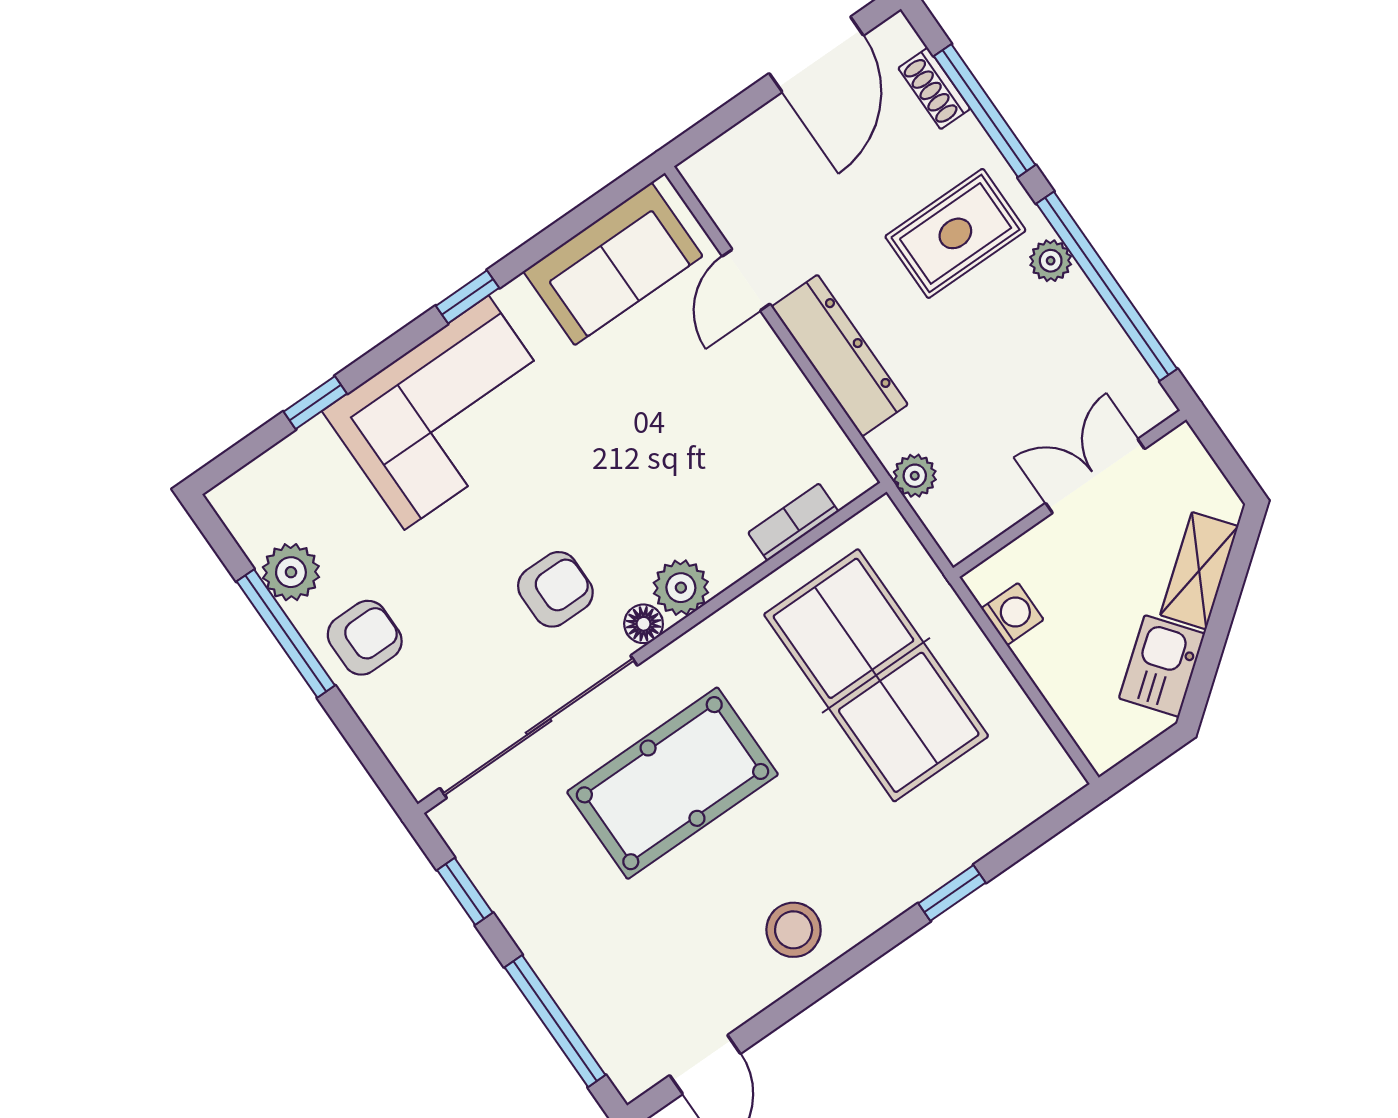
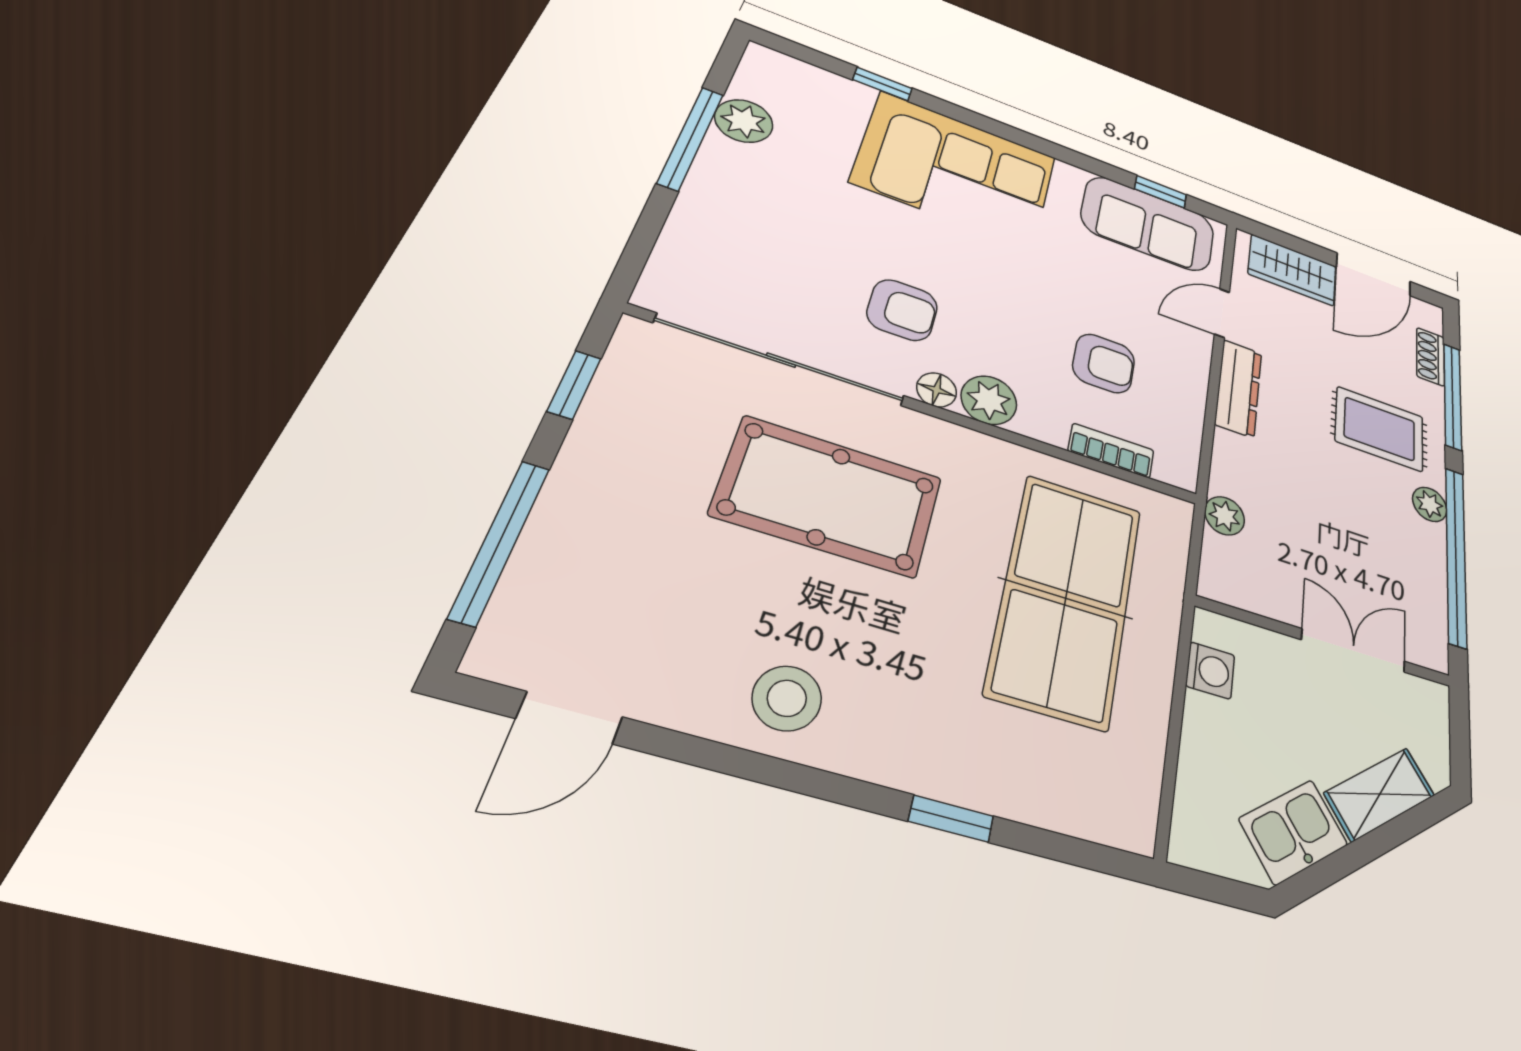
wardrobe: (754, 150) -> (1292, 270), added
window: (468, 297) -> (1161, 192), moved
dresser: (840, 356) -> (1238, 388), width x0.73, depth x0.80
armchair: (365, 638) -> (1104, 363), moved

